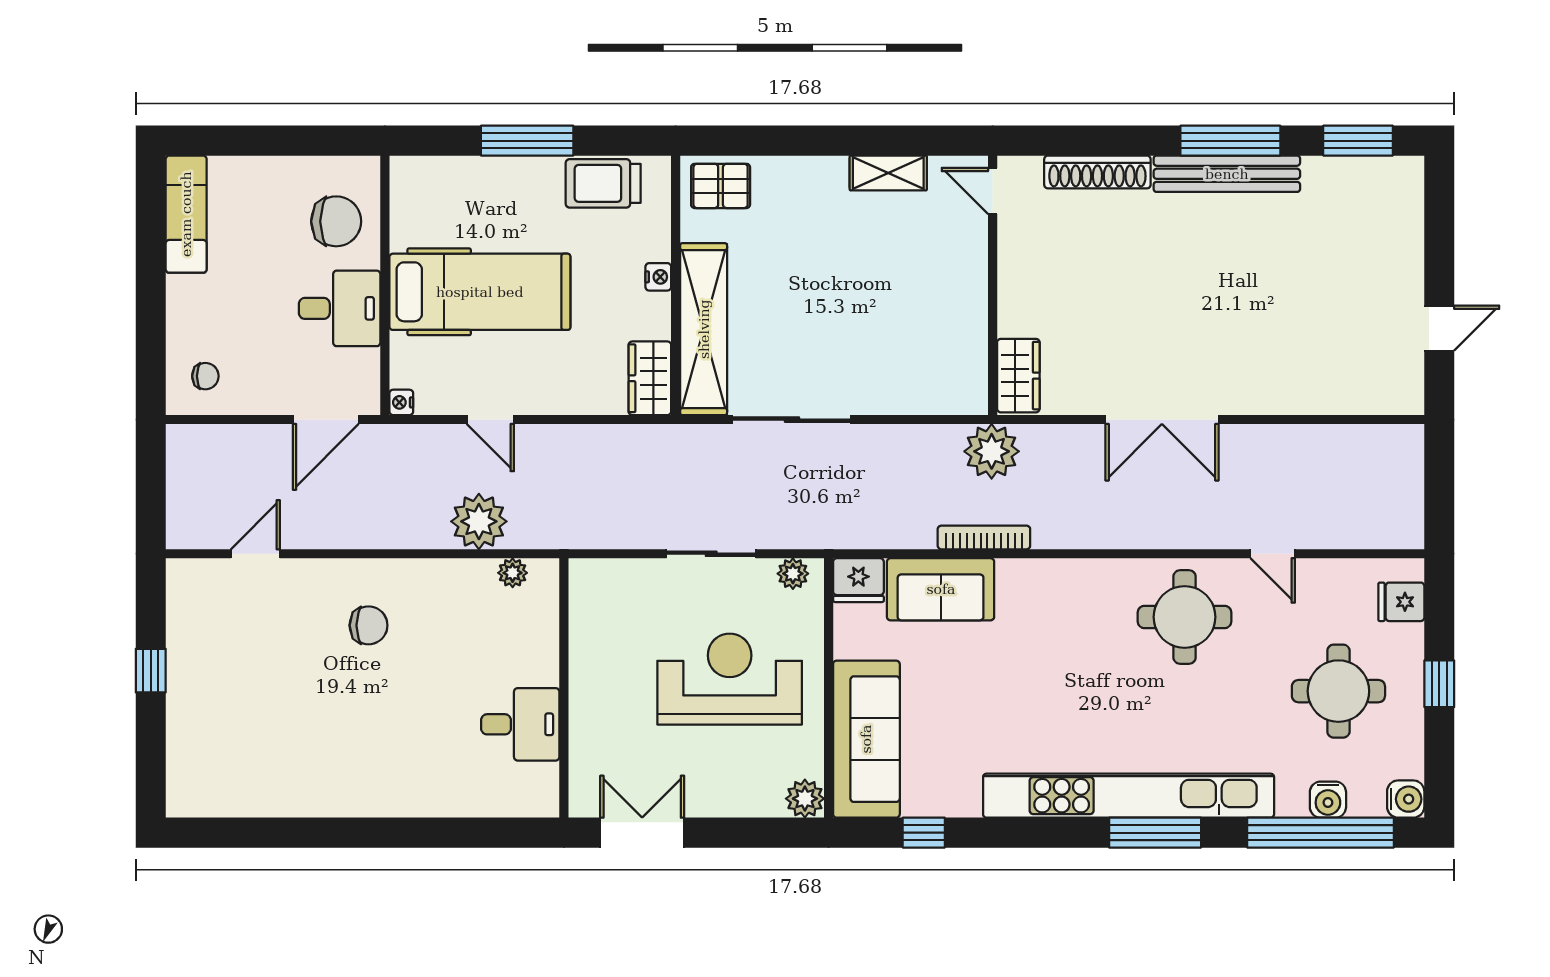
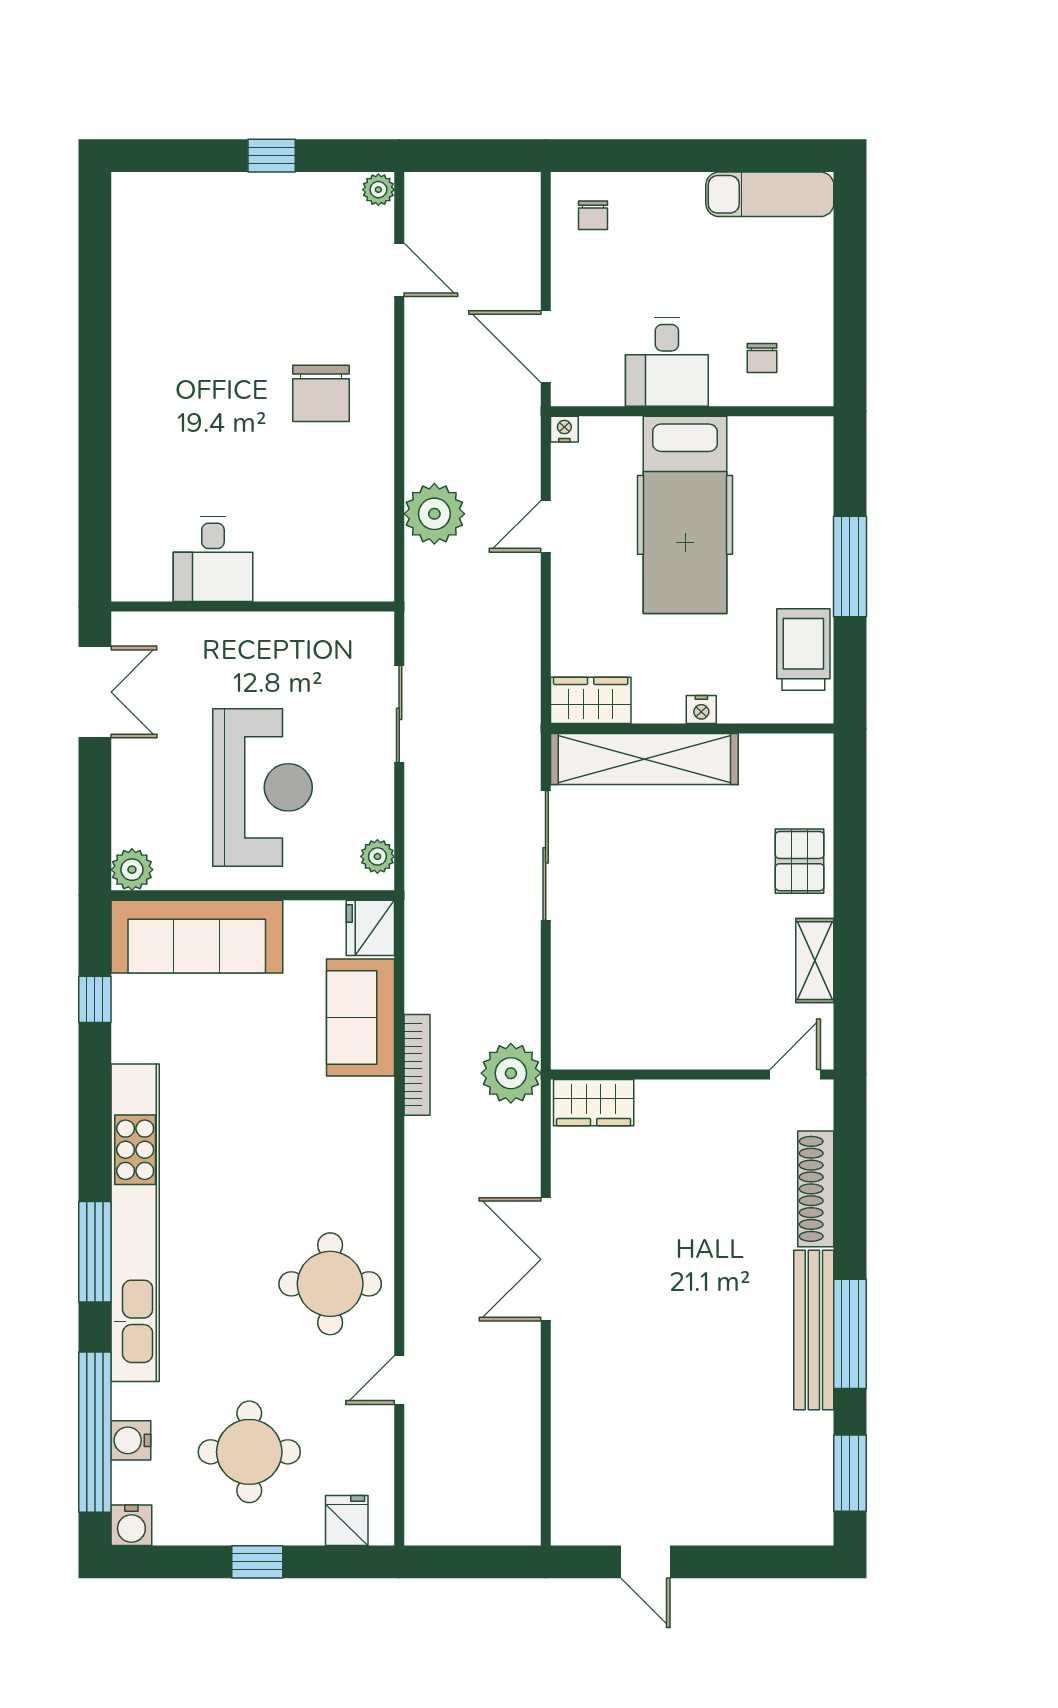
pallet: (721, 186) -> (800, 861), moved
chair: (336, 221) -> (762, 358), width x0.54, depth x0.54
sliding door: (711, 554) -> (399, 714), moved
plant: (513, 573) -> (378, 190), moved
chair: (369, 625) -> (321, 393), width x1.37, depth x1.37

